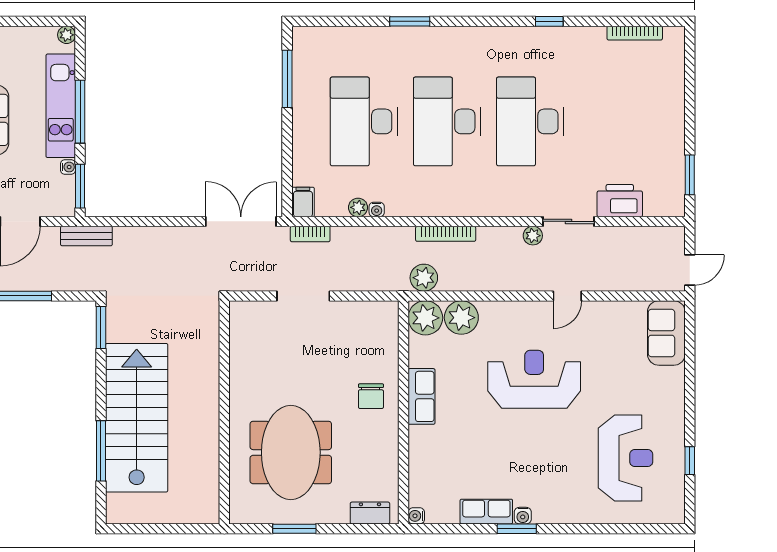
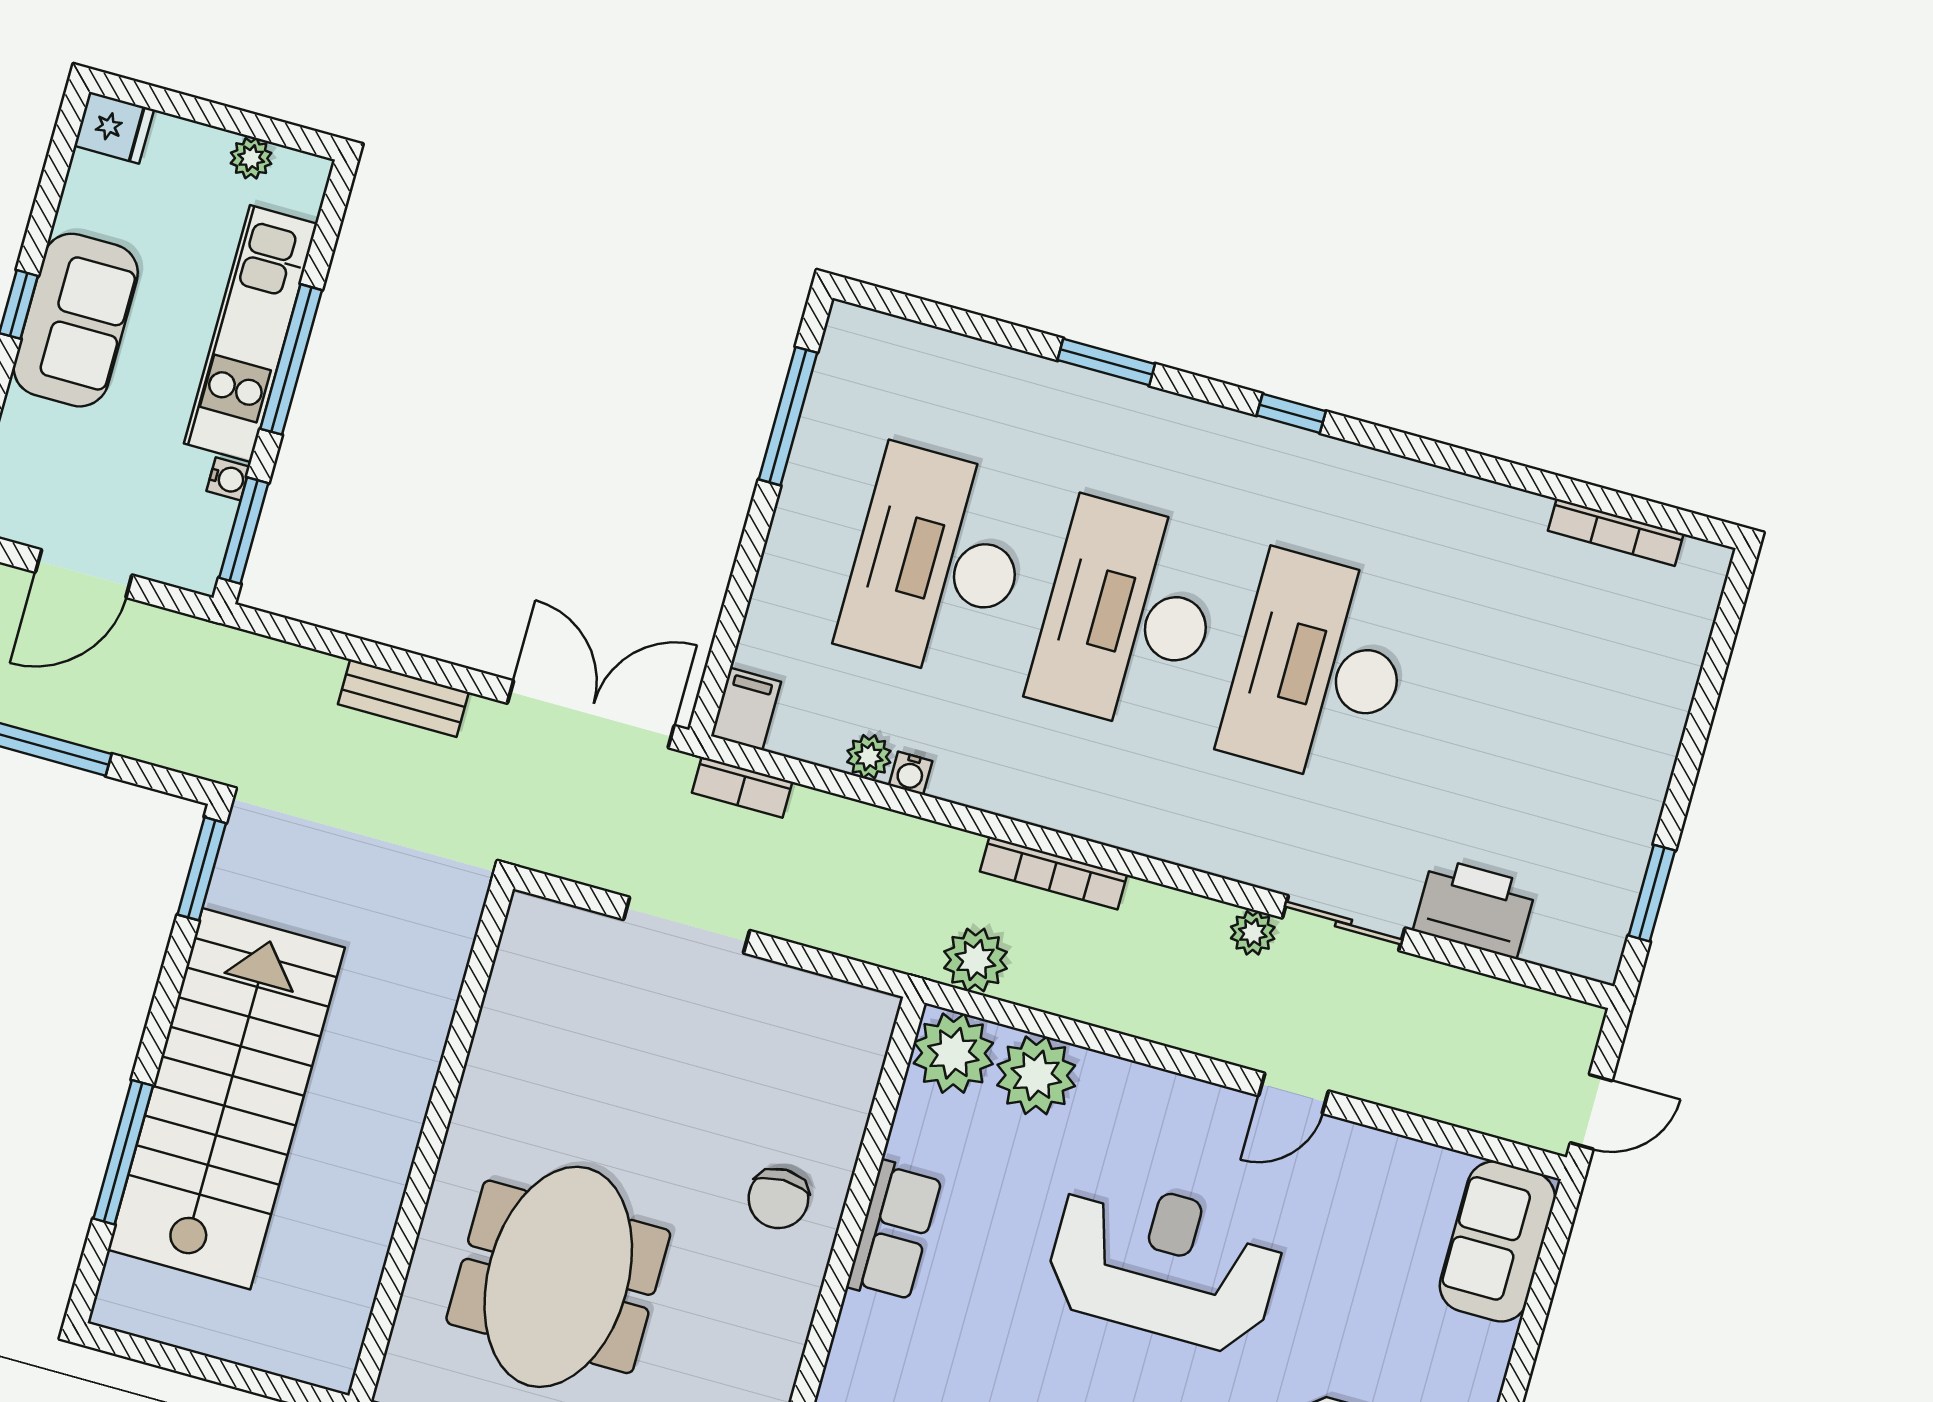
window: (549, 21) -> (1291, 413), moved
plant: (67, 35) -> (251, 158), moved
bench: (86, 236) -> (403, 698), moved

